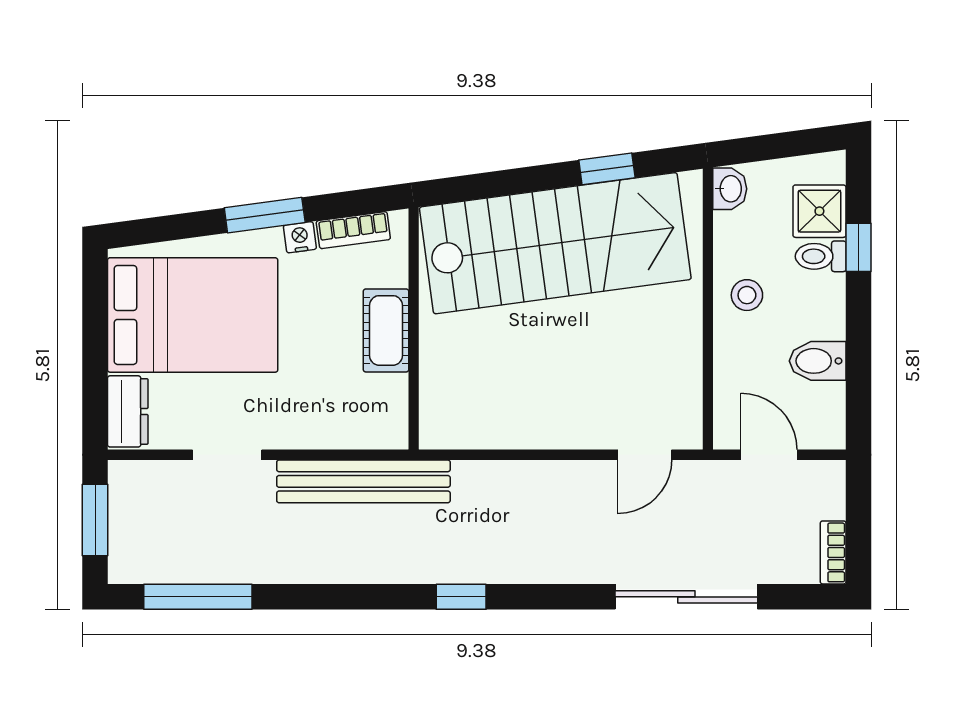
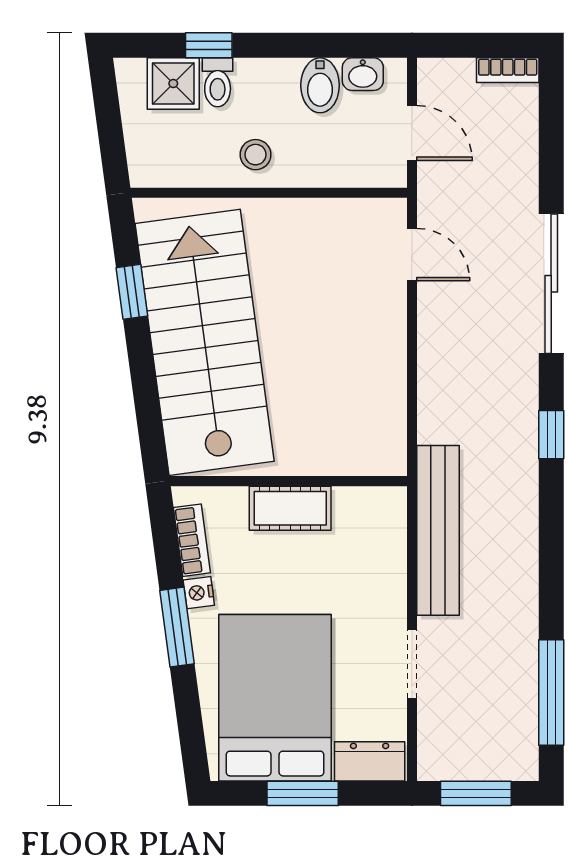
washbasin: (730, 189) -> (363, 74), moved, turned 180
window: (95, 343) -> (303, 793), added
door: (769, 455) -> (412, 133), swing flipped
sliding door: (686, 597) -> (551, 284), moved

